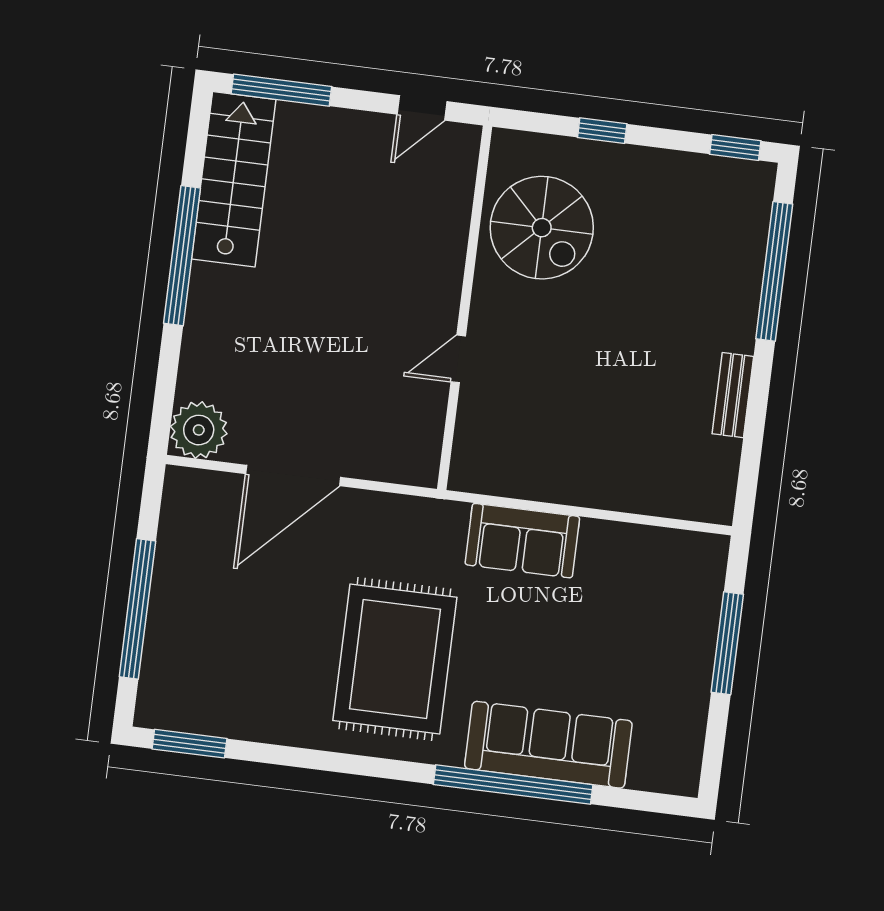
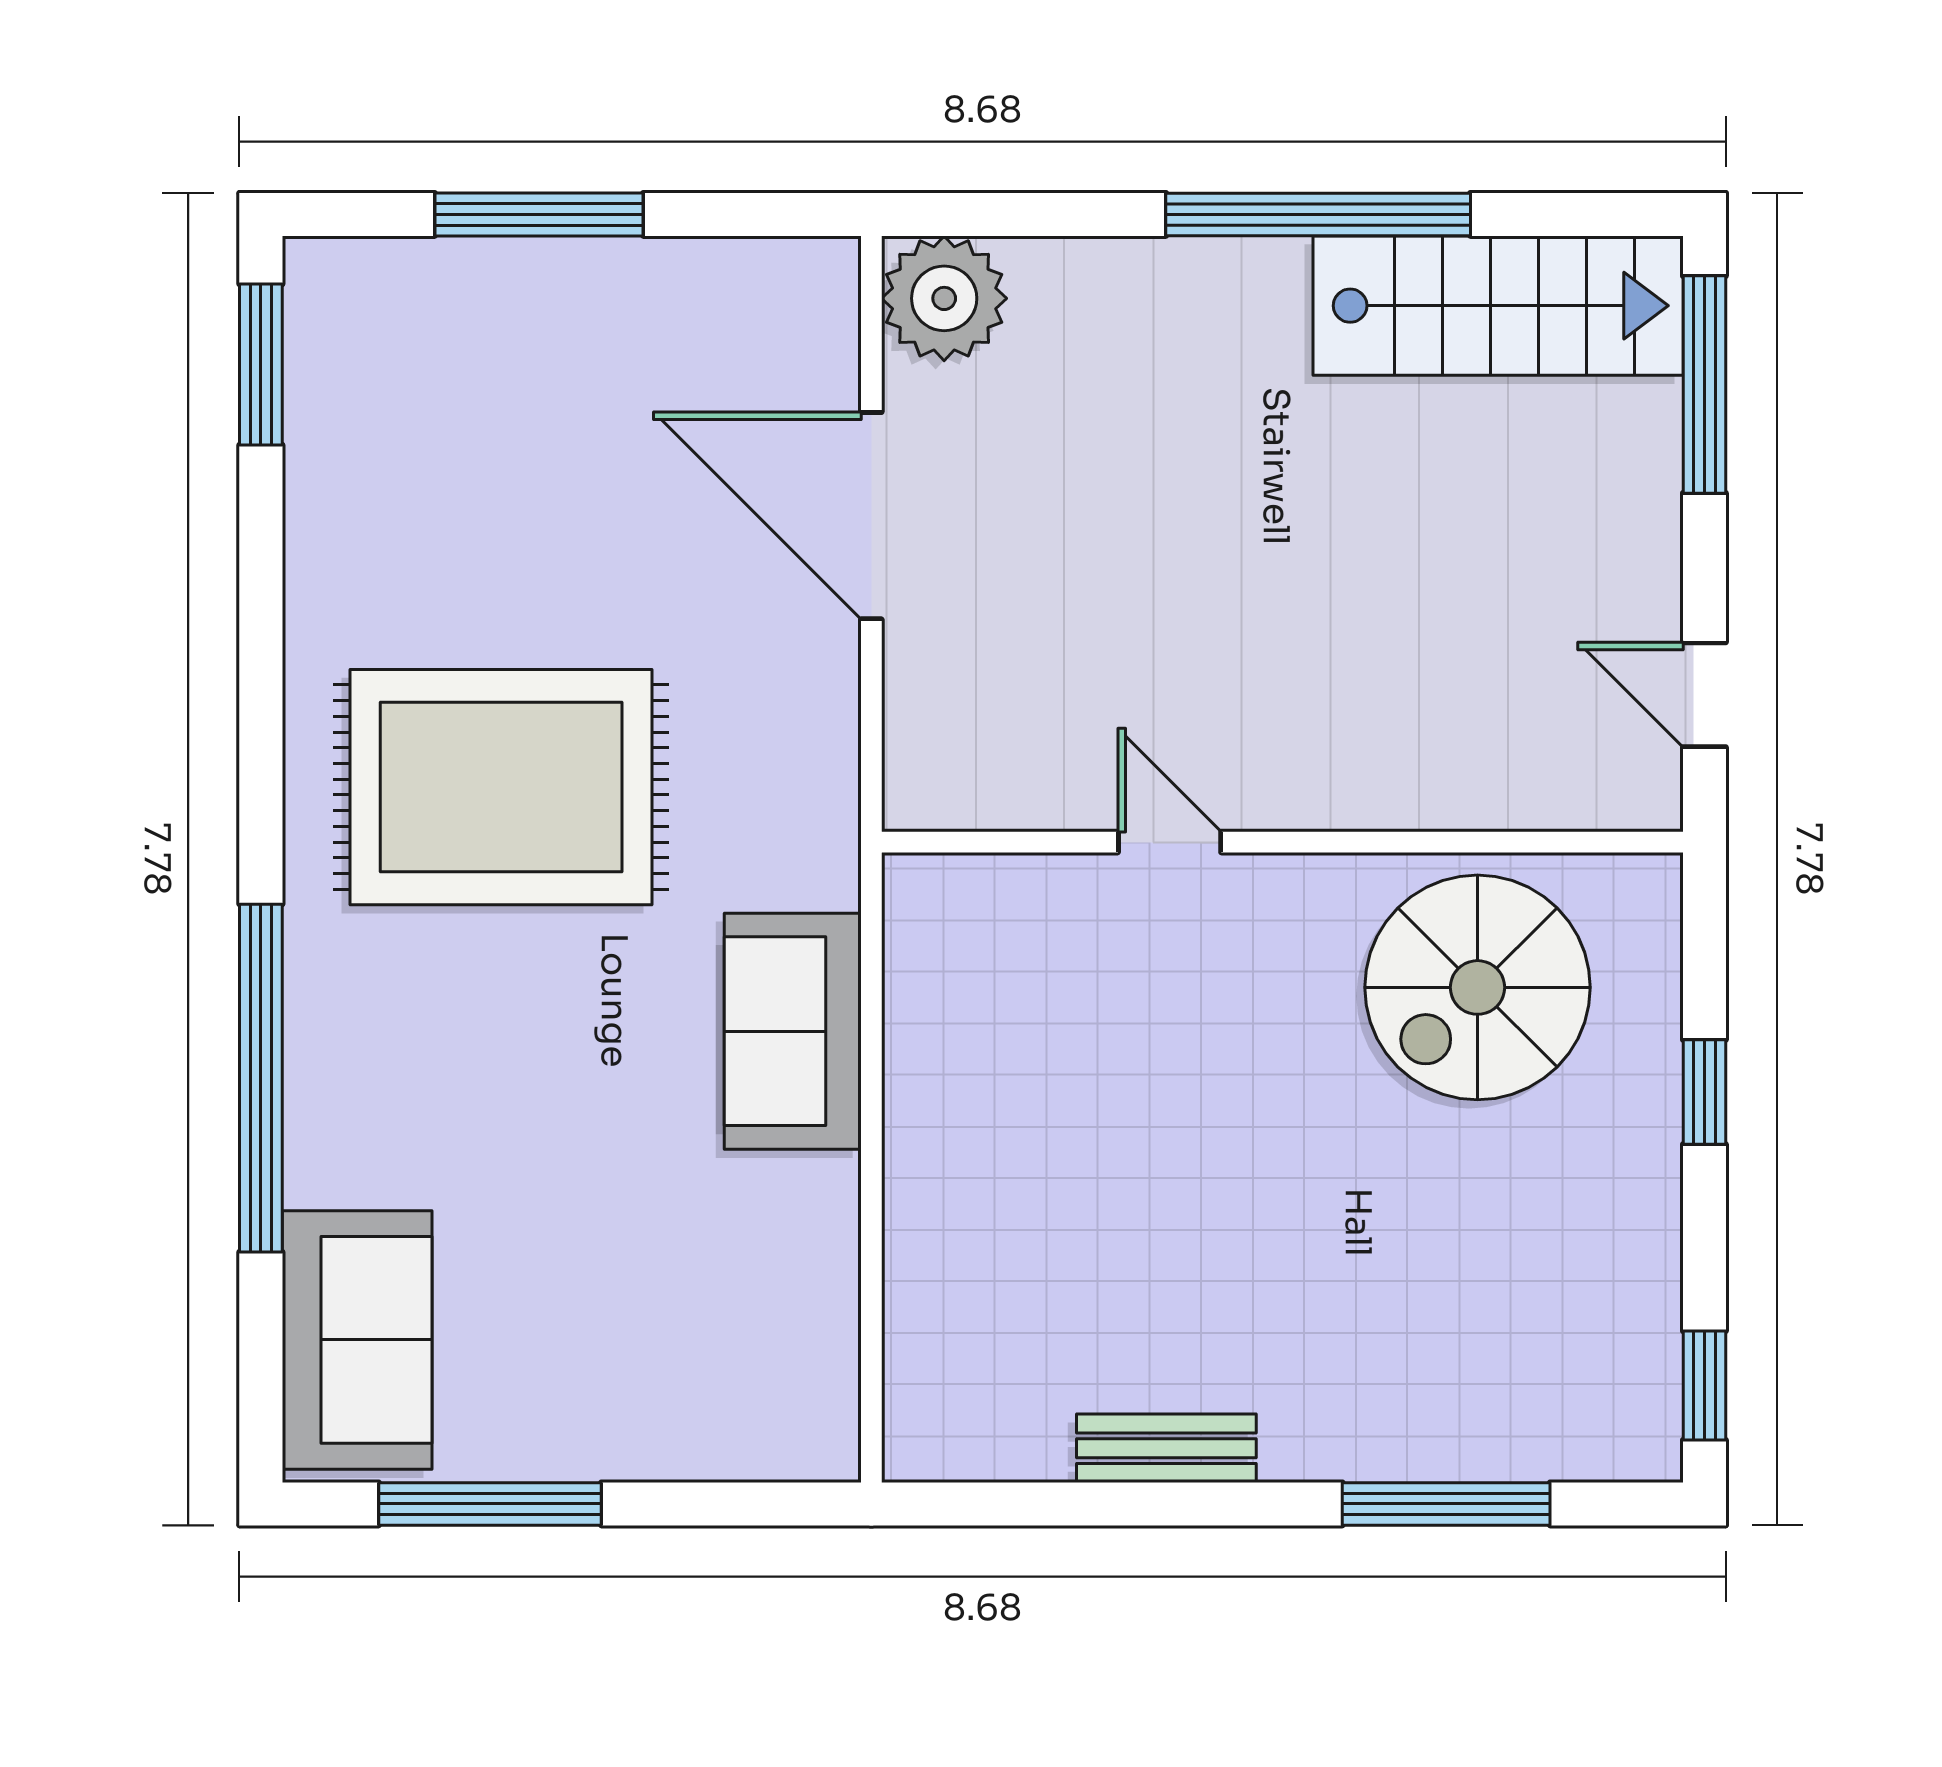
window: (774, 271) -> (1446, 1504), width x0.68
window: (137, 609) -> (539, 214), width x0.68
window: (727, 643) -> (490, 1504), moved
sofa: (548, 745) -> (357, 1340), moved, width x0.73

